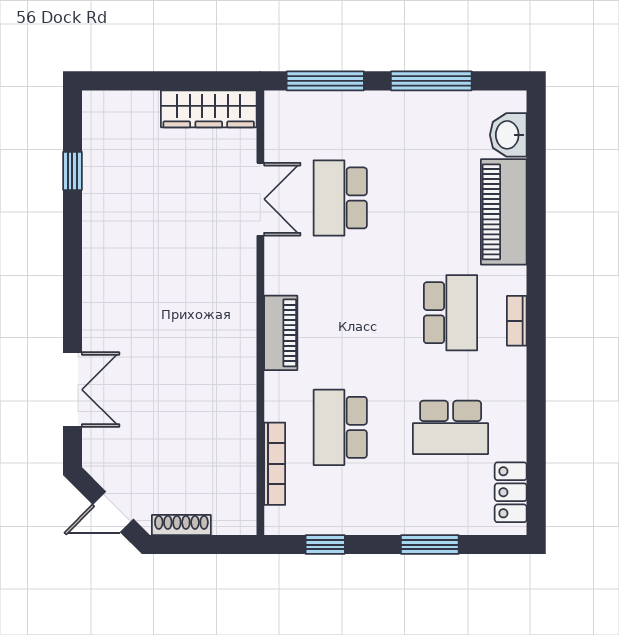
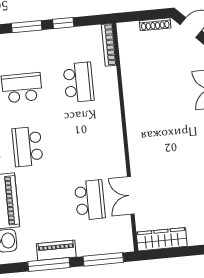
piano: (281, 333) -> (56, 250), moved, turned 90
bookcase: (275, 464) -> (109, 45), moved
window: (325, 545) -> (63, 23), moved

